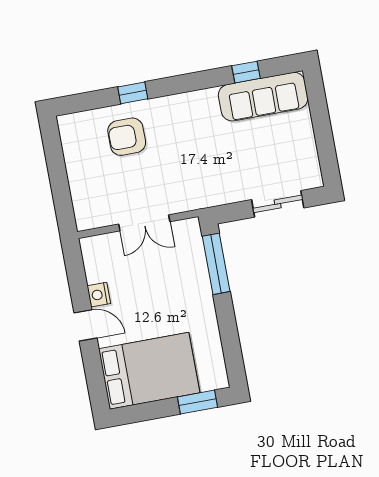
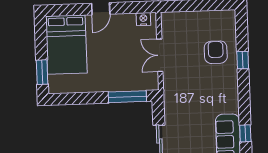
nightstand: (99, 295) -> (143, 19), moved

